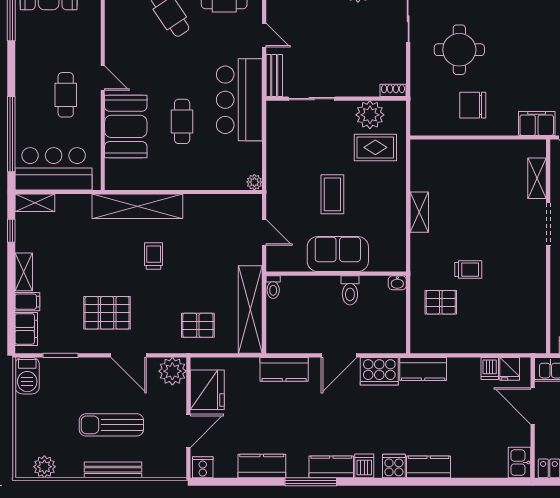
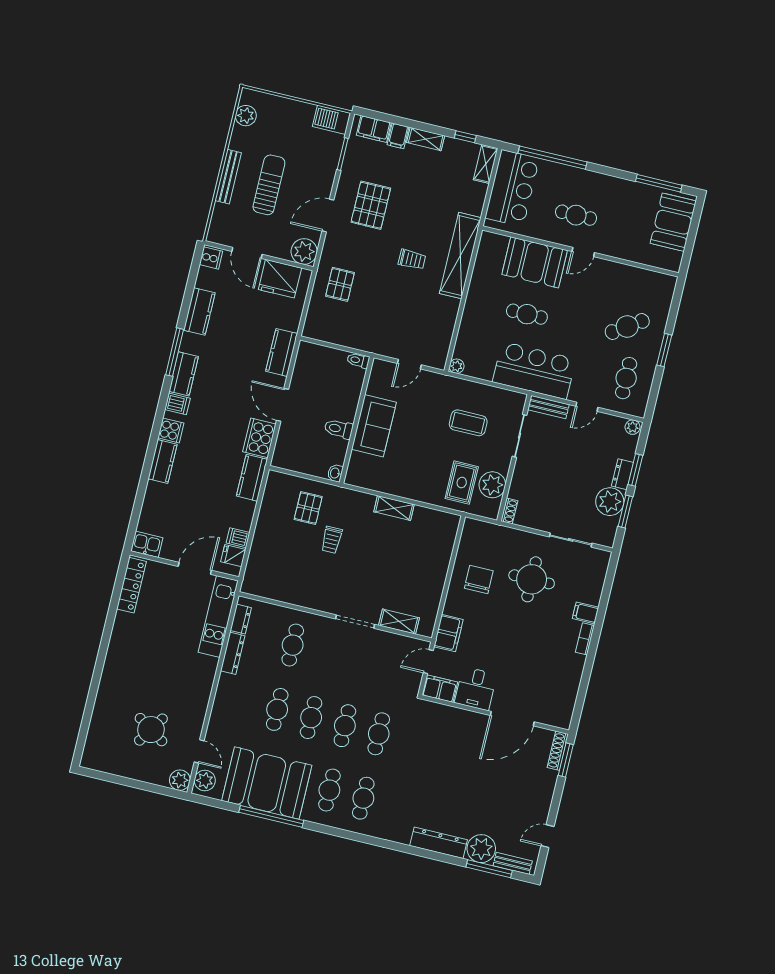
coffee table: (332, 194) -> (468, 423), moved
shelving: (250, 310) -> (343, 335), removed

